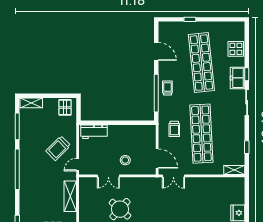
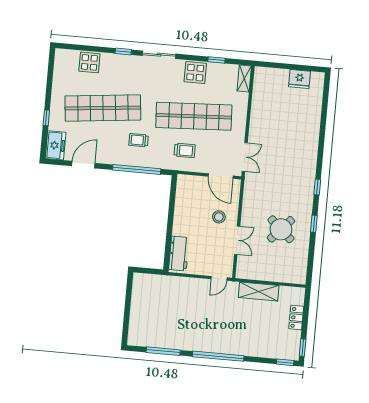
freezer: (238, 78) -> (56, 145), moved, turned -90
trolley: (167, 88) -> (139, 140), moved
shelving: (31, 103) -> (135, 330), removed
pallet: (65, 107) -> (144, 288), removed
display table: (235, 132) -> (195, 73), added
trolley: (58, 148) -> (196, 301), removed
door: (157, 159) -> (221, 176), swing flipped
door: (78, 165) -> (219, 278), hinge flipped

